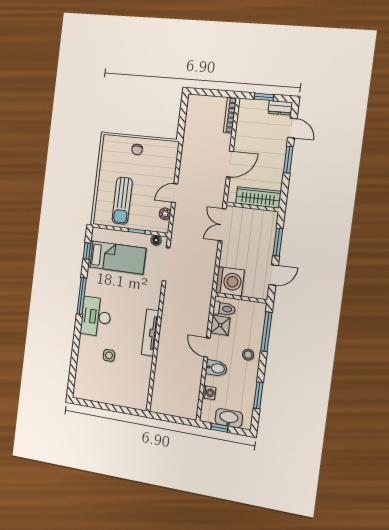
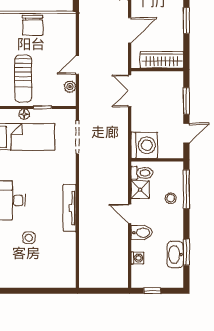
chair: (137, 149) -> (33, 25), width x1.87, depth x1.87
floor lamp: (156, 240) -> (24, 114), moved
stool: (248, 355) -> (171, 198), moved
washbasin: (229, 418) -> (175, 254), moved, turned -90

